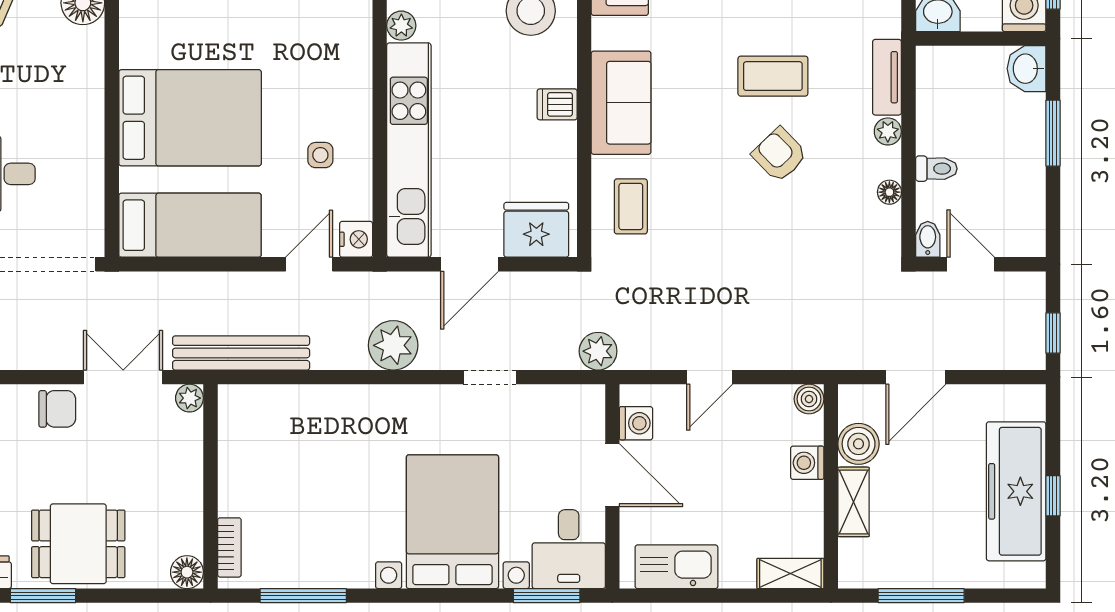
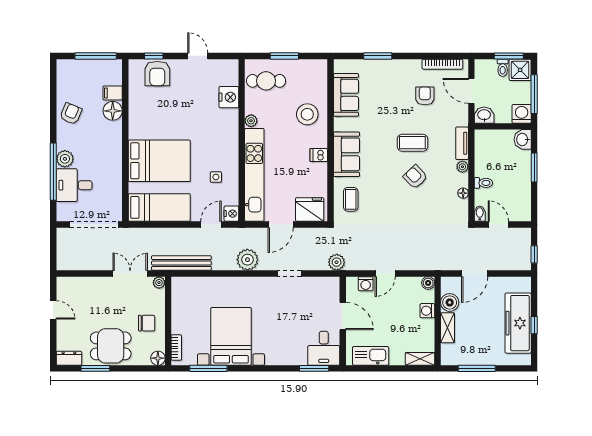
chair: (57, 409) -> (147, 323), moved
washing machine: (636, 423) -> (366, 284), moved, turned 90
bed with nightstands: (452, 522) -> (231, 336), moved

